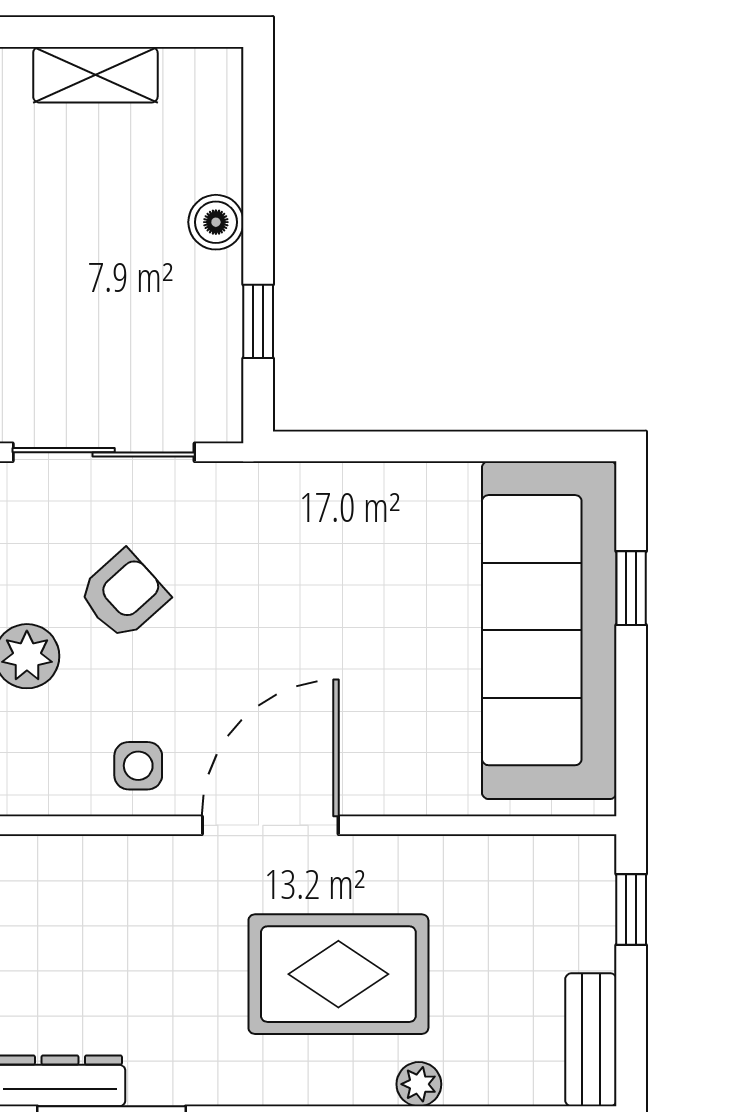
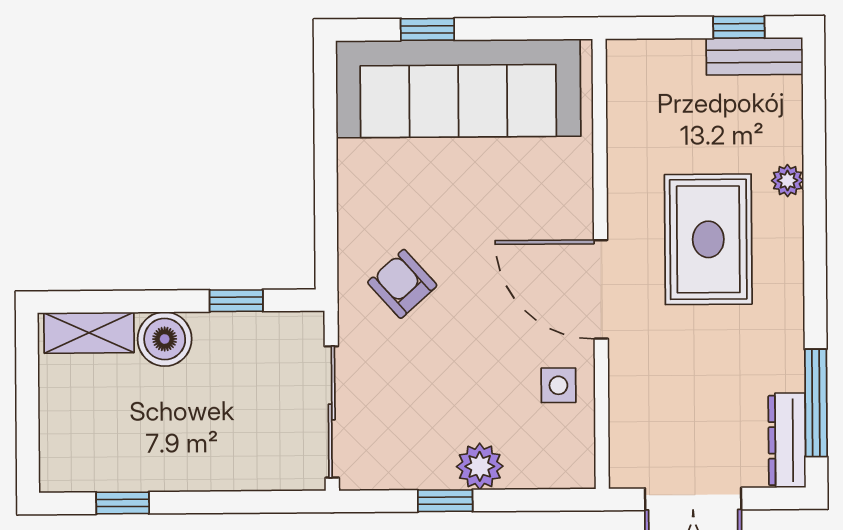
shelving: (95, 75) -> (89, 333), moved, turned 90
boiler: (216, 222) -> (165, 339), width x1.36, depth x1.36
armchair: (124, 595) -> (402, 284), moved
window: (631, 909) -> (739, 27), moved

